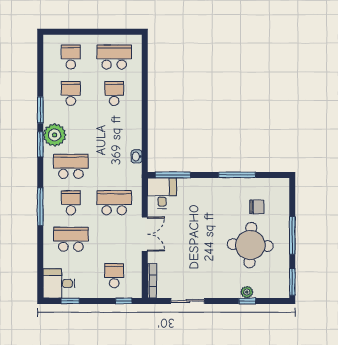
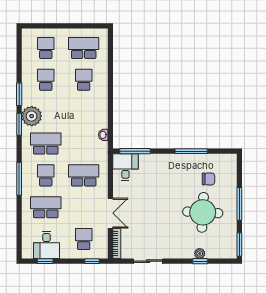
double door: (145, 234) -> (110, 213), moved
desk: (59, 283) -> (46, 245), moved, turned -90

